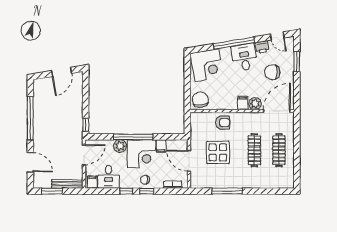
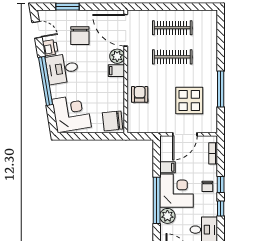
door: (277, 36) -> (37, 30), hinge flipped
display table: (218, 152) -> (189, 101), moved

